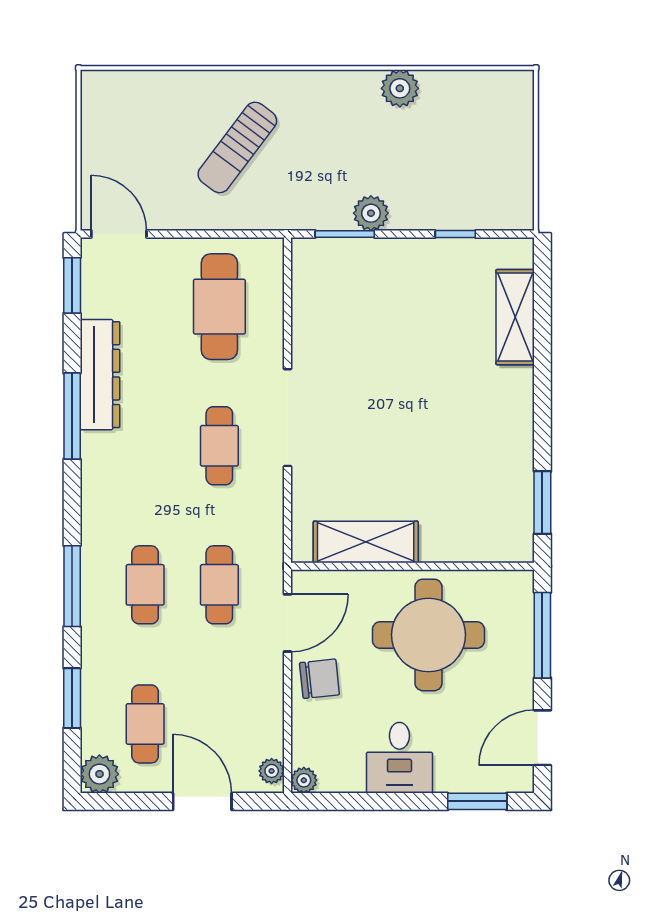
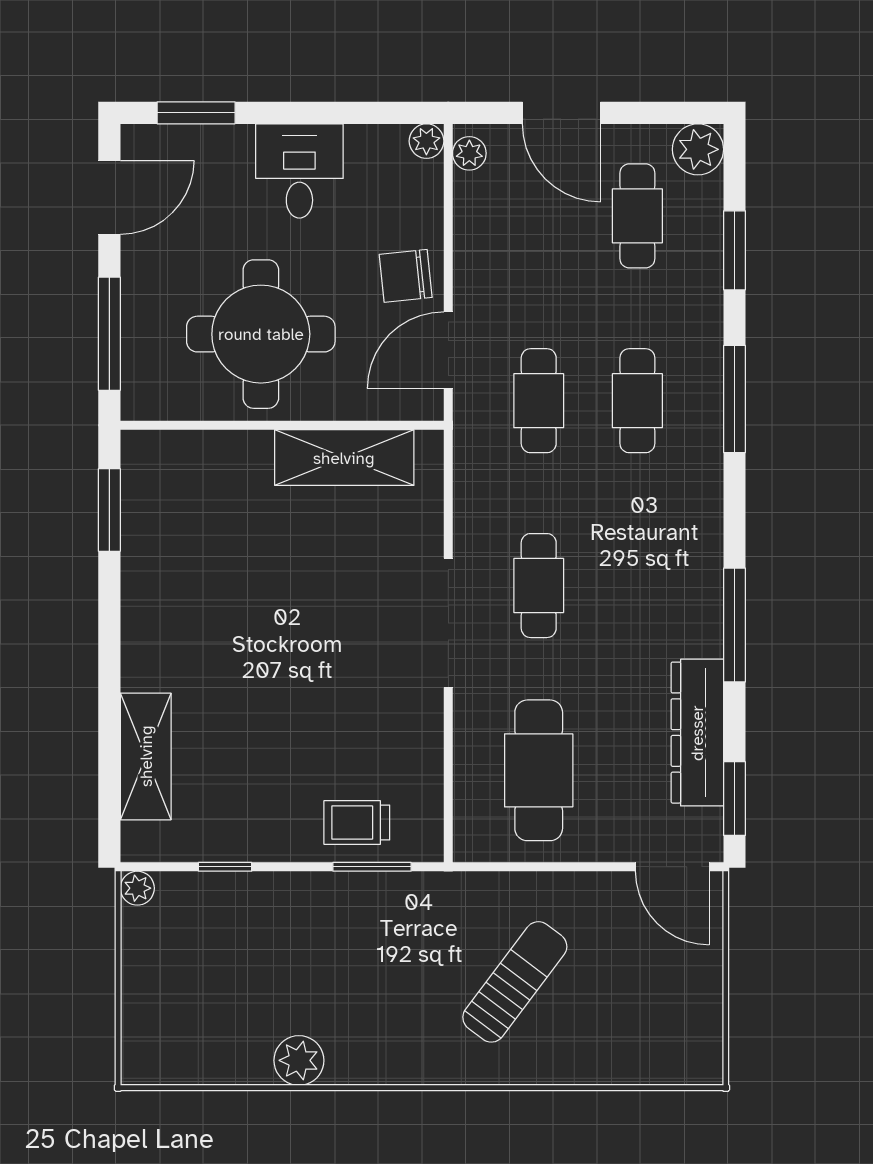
plant: (371, 213) -> (137, 888), moved, width x0.73, depth x0.73
trolley: (356, 267) -> (357, 822), added
dresser: (100, 375) -> (697, 733), moved

